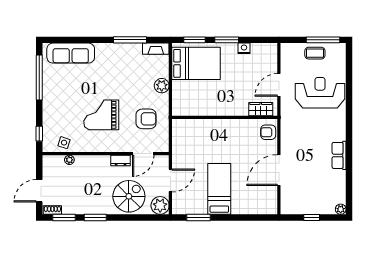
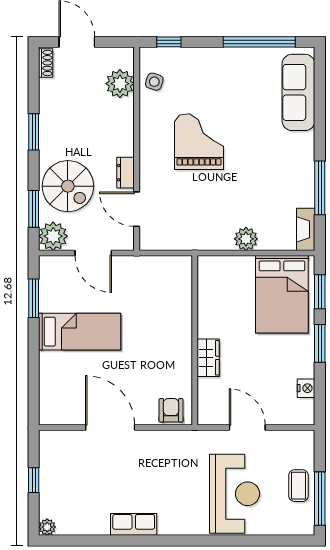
nightstand: (244, 48) -> (306, 388), moved
wardrobe: (261, 109) -> (208, 358), moved
armchair: (146, 119) -> (193, 214), removed
plant: (69, 160) -> (120, 84), width x1.88, depth x1.88
window: (64, 218) -> (34, 209), moved

